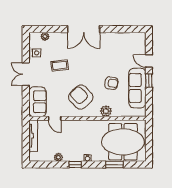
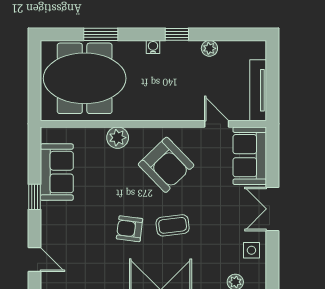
door: (149, 61) -> (34, 259), moved
coffee table: (60, 65) -> (173, 225), moved
double door: (26, 74) -> (272, 209), swing flipped
armchair: (111, 83) -> (130, 229), moved
sofa: (137, 88) -> (57, 172), width x0.73

